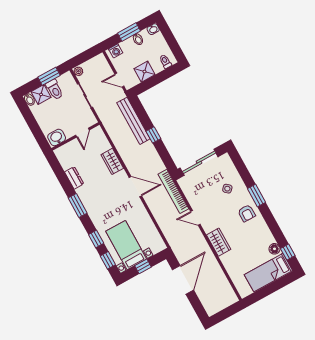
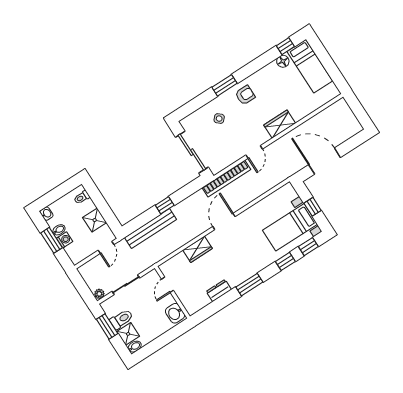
washing machine: (116, 51) -> (65, 240), moved
door: (82, 133) -> (167, 285), swing flipped

